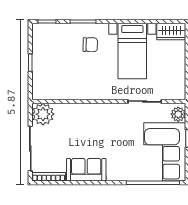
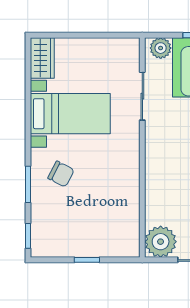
chair: (90, 45) -> (61, 174), turned 116

